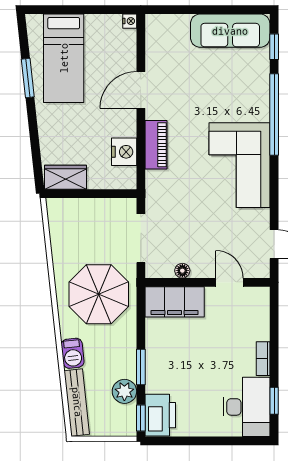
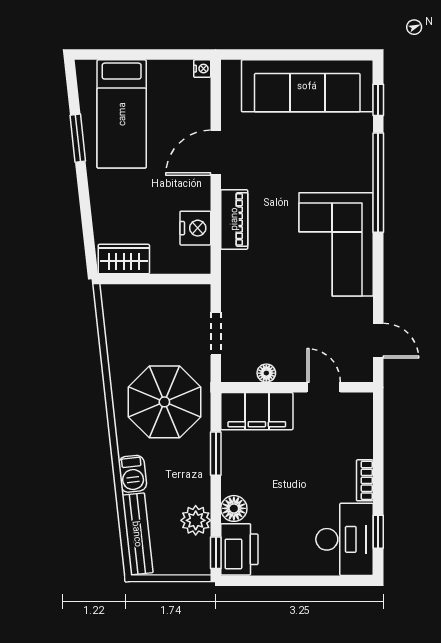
sofa: (230, 31) -> (307, 86), width x1.36, depth x1.27
doorway: (141, 238) -> (216, 333), width x0.73
window: (141, 367) -> (216, 454), moved
floor lamp: (156, 382) -> (234, 508), added

